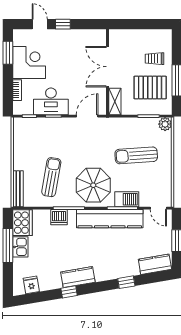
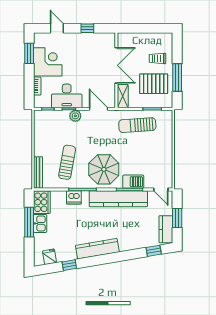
window: (63, 24) -> (87, 28), moved
double door: (108, 67) -> (116, 65), swing flipped
door: (87, 116) -> (98, 109), hinge flipped
plant: (165, 124) -> (75, 116), moved
sun lounger: (136, 155) -> (137, 125), moved
kitchen counter: (155, 264) -> (166, 229), moved, turned -80
kitchen counter: (78, 277) -> (97, 249), width x1.50
window: (126, 282) -> (154, 251), moved
window: (69, 292) -> (69, 265), moved

